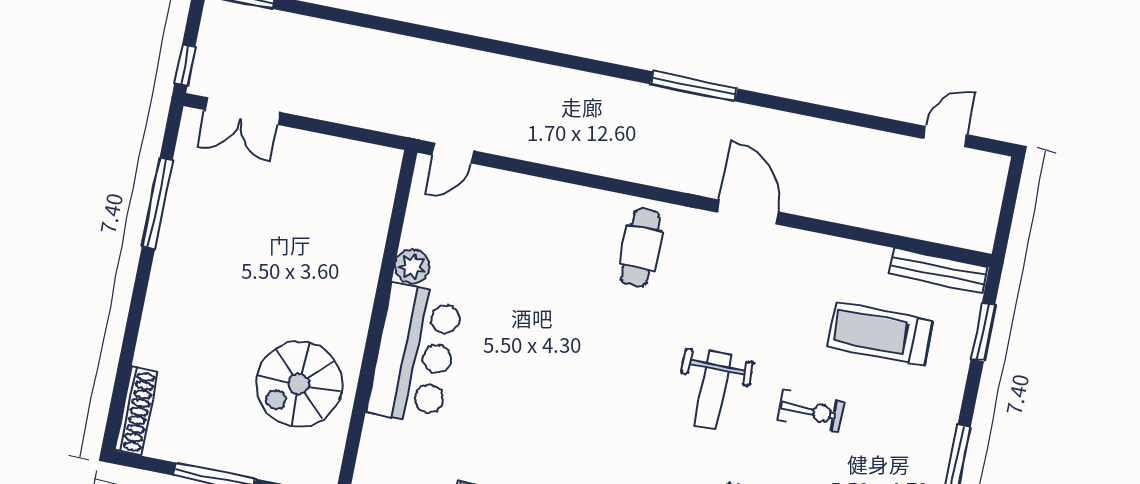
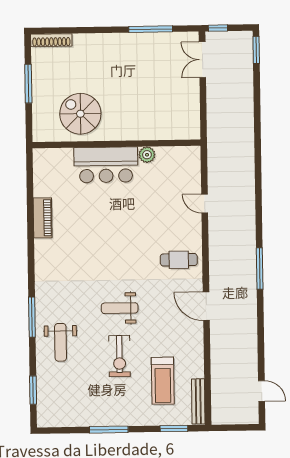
door: (453, 153) -> (205, 204), moved
door: (747, 212) -> (206, 306), swing flipped
treadmill: (880, 334) -> (163, 381), turned 180
exercise bike: (811, 411) -> (119, 356), width x1.38, depth x1.39

